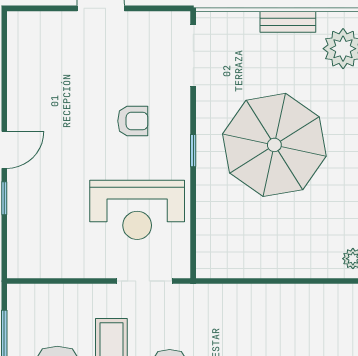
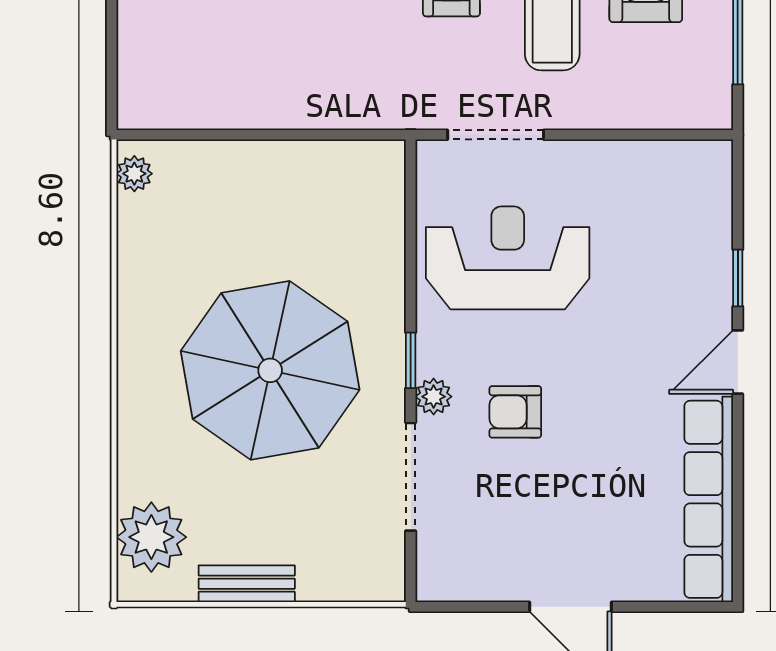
doorway: (193, 56) -> (411, 477), moved
row of seats: (21, 70) -> (709, 499), added
plant: (180, 130) -> (434, 397), added

